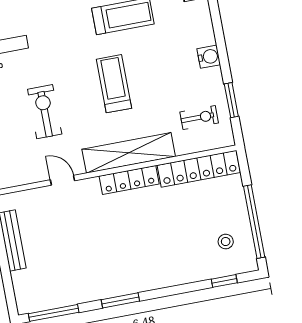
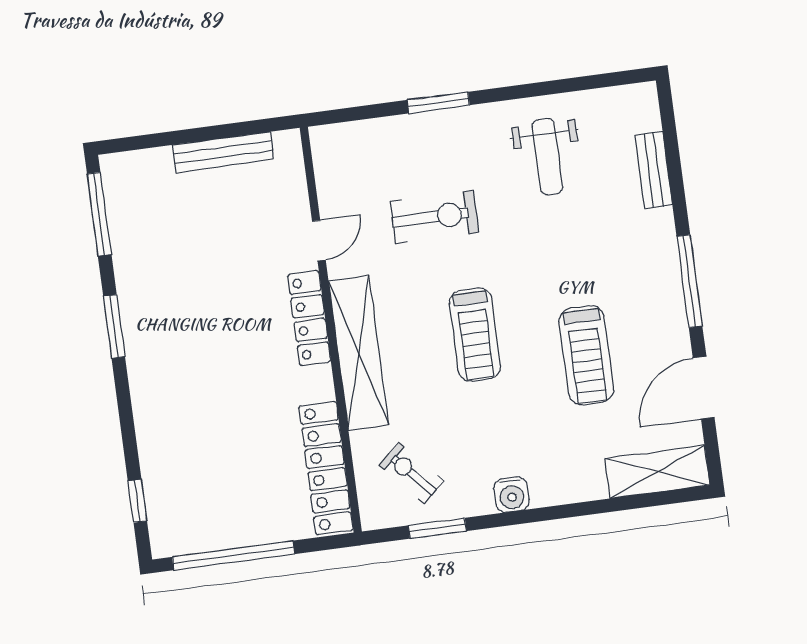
treadmill: (114, 84) -> (475, 335), turned 90
exercise bike: (199, 117) -> (411, 473), turned 138
locker: (129, 180) -> (309, 318), moved
stool: (226, 242) -> (203, 506), removed

